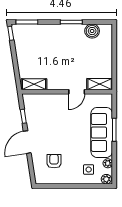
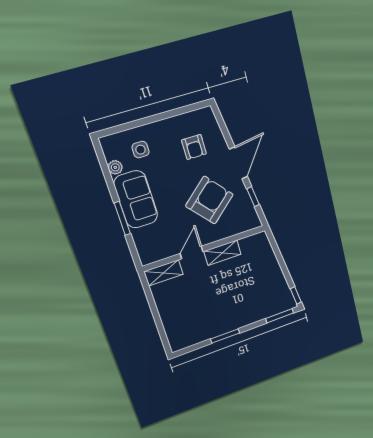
boiler: (92, 31) -> (195, 335), removed
shelving: (34, 84) -> (222, 253), moved
armchair: (54, 123) -> (209, 200), added
sofa: (102, 132) -> (136, 199), width x0.73
plant: (106, 179) -> (109, 143), removed

